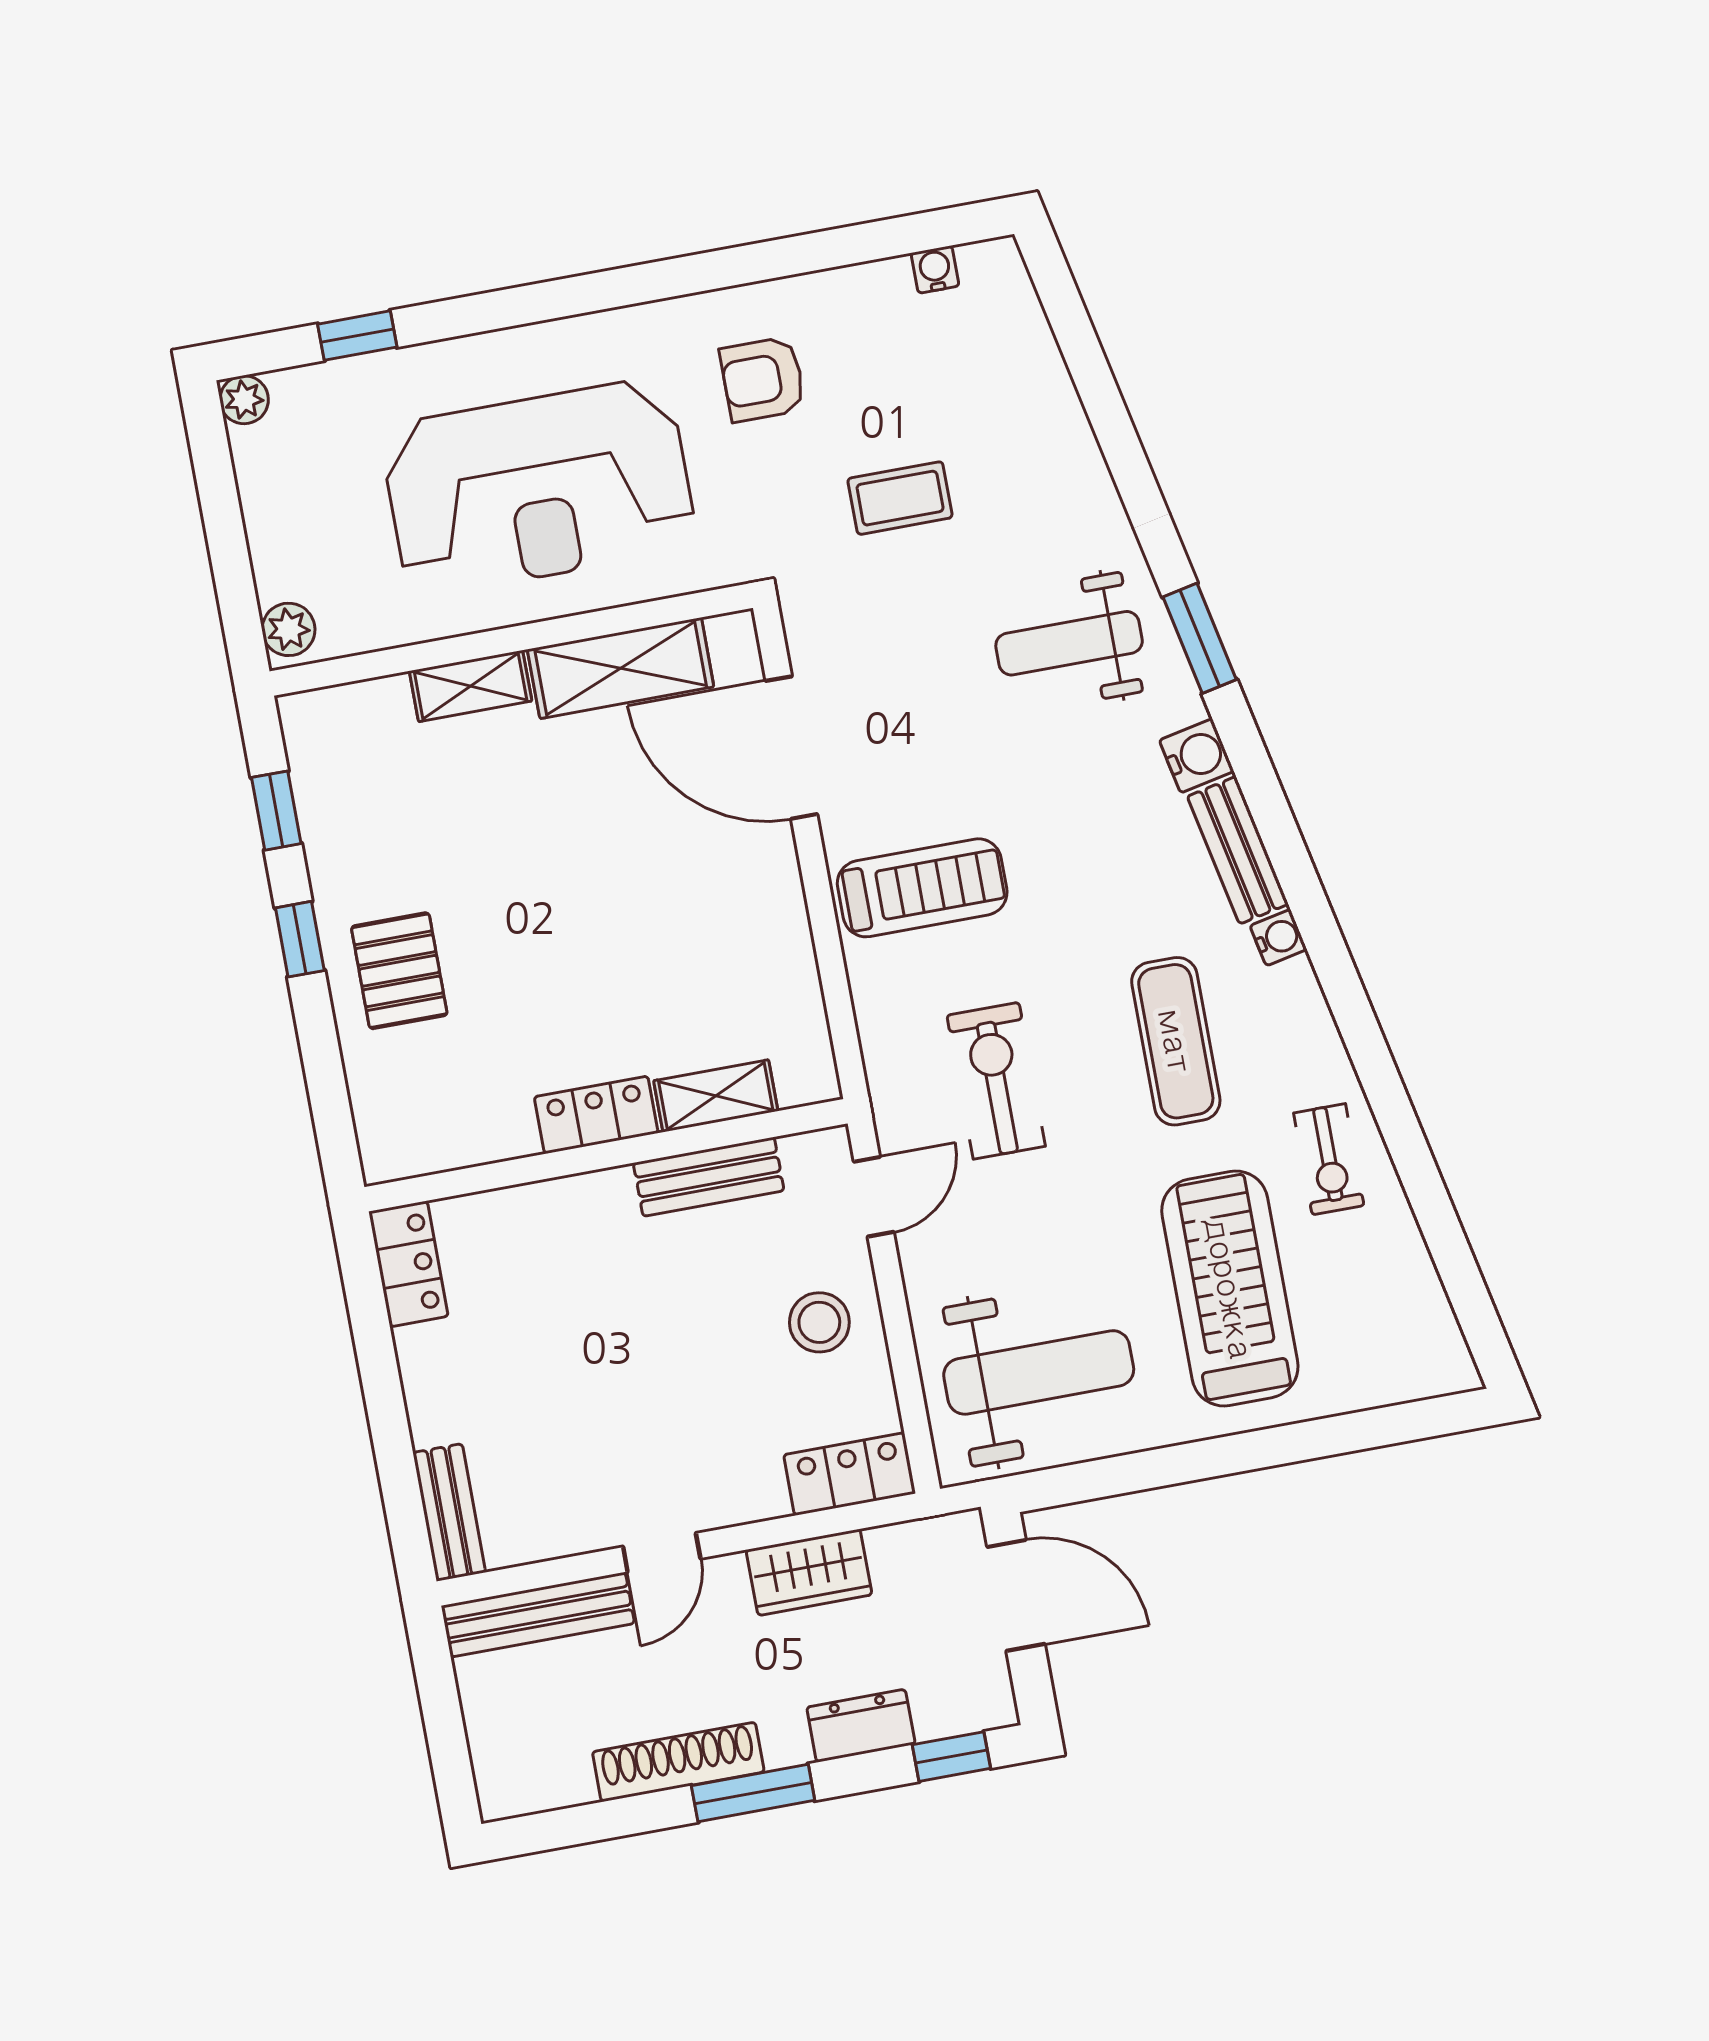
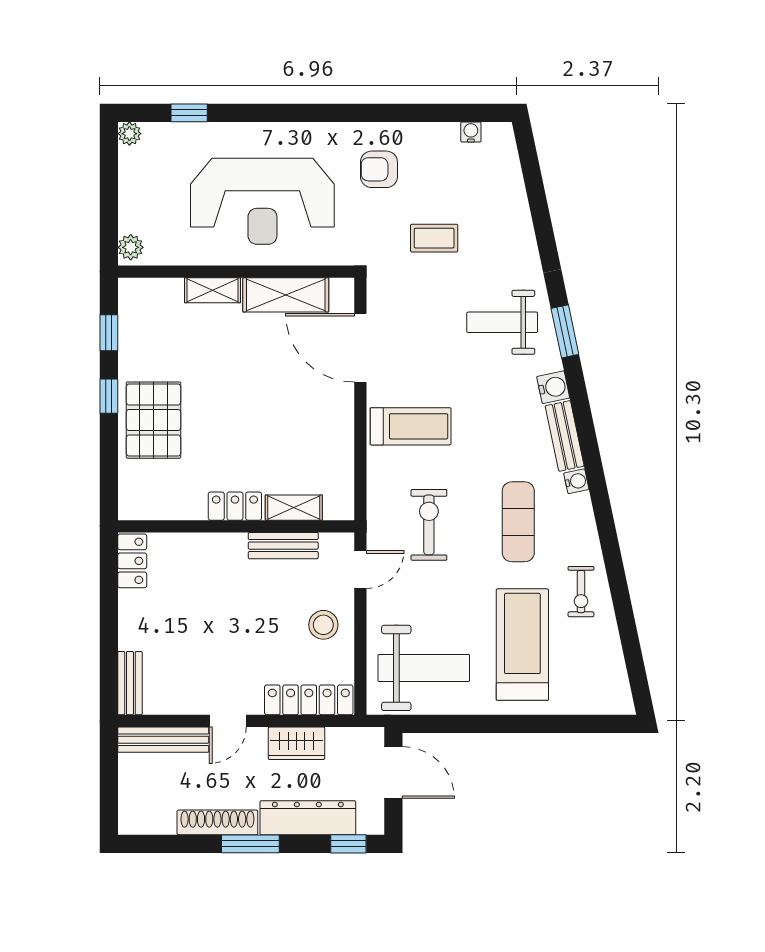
pallet: (399, 971) -> (154, 420), width x1.50, depth x1.42
locker: (850, 1474) -> (309, 700), width x1.53
dresser: (861, 1726) -> (308, 818), width x1.96, depth x1.24

